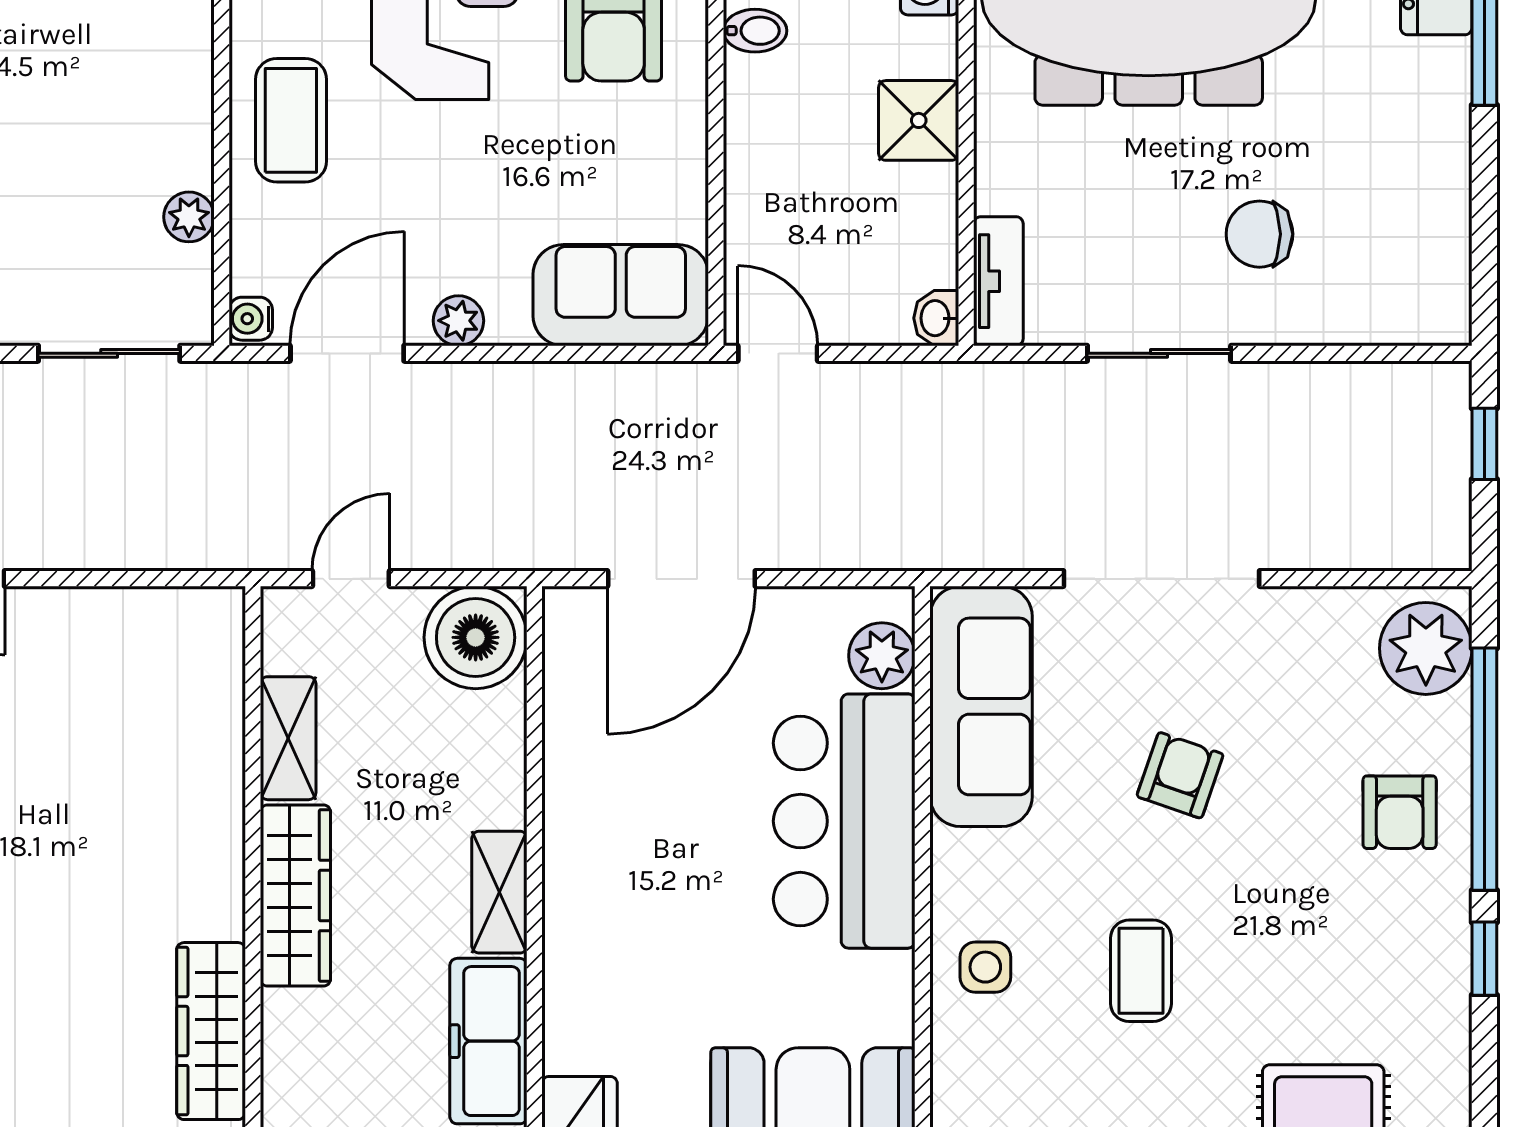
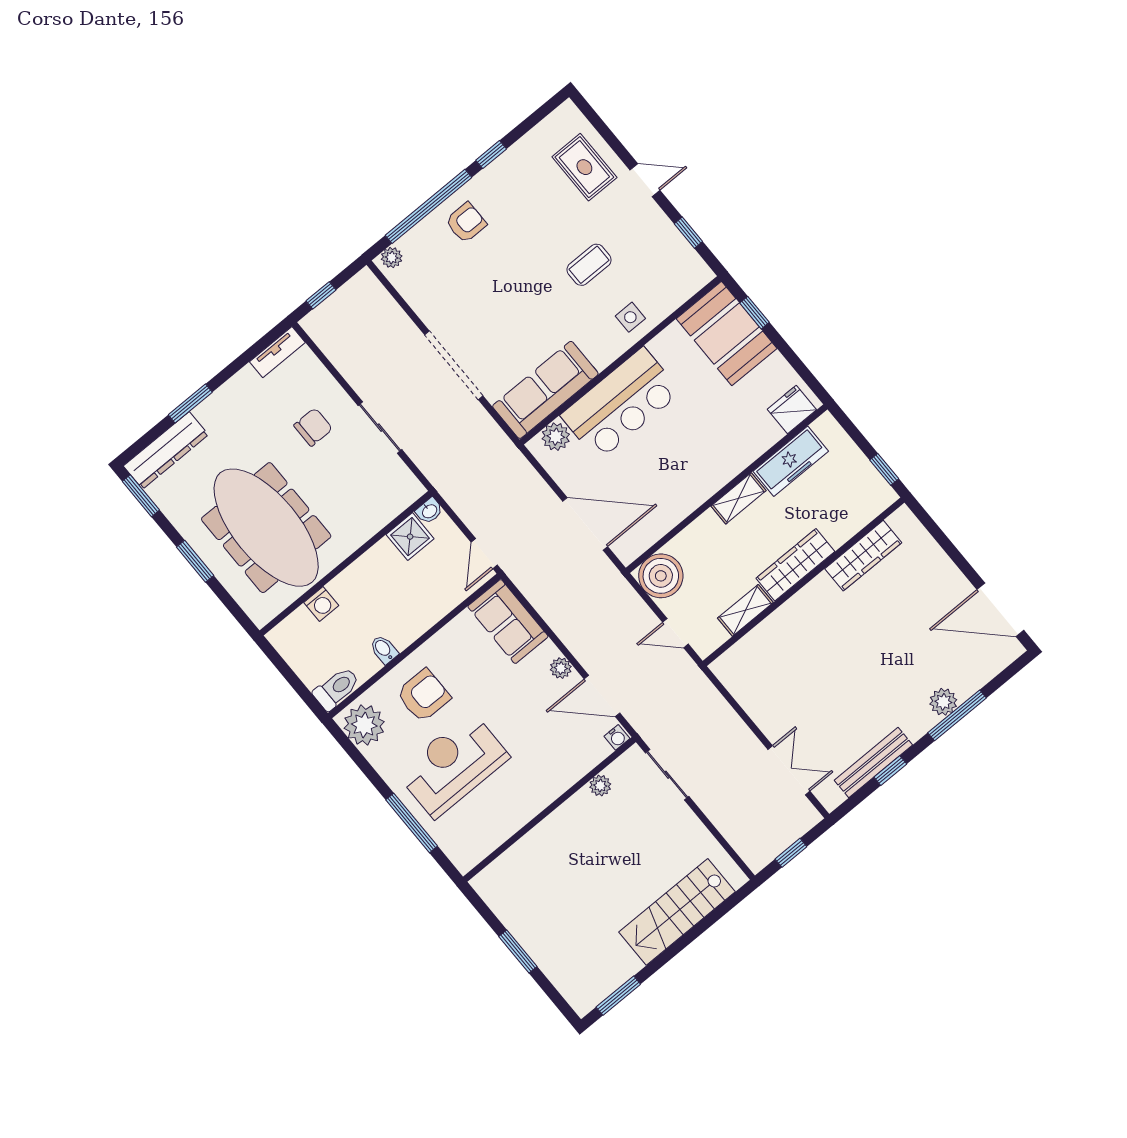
coffee table: (291, 120) -> (540, 778), removed
shower: (919, 120) -> (410, 537), moved
chair: (1259, 234) -> (313, 427), turned -90
tv unit: (998, 281) -> (277, 352), moved, turned 180
plant: (1426, 648) -> (392, 258), width x0.53, depth x0.53
armchair: (1180, 775) -> (514, 305), removed

